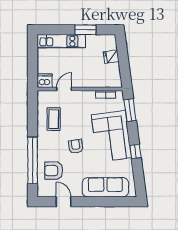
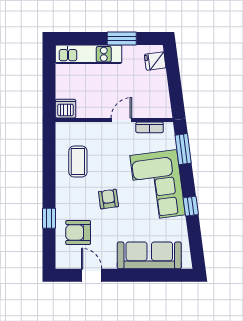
fridge: (111, 57) -> (155, 61), moved
door: (64, 89) -> (121, 120), moved
window: (33, 160) -> (49, 218), width x0.32

